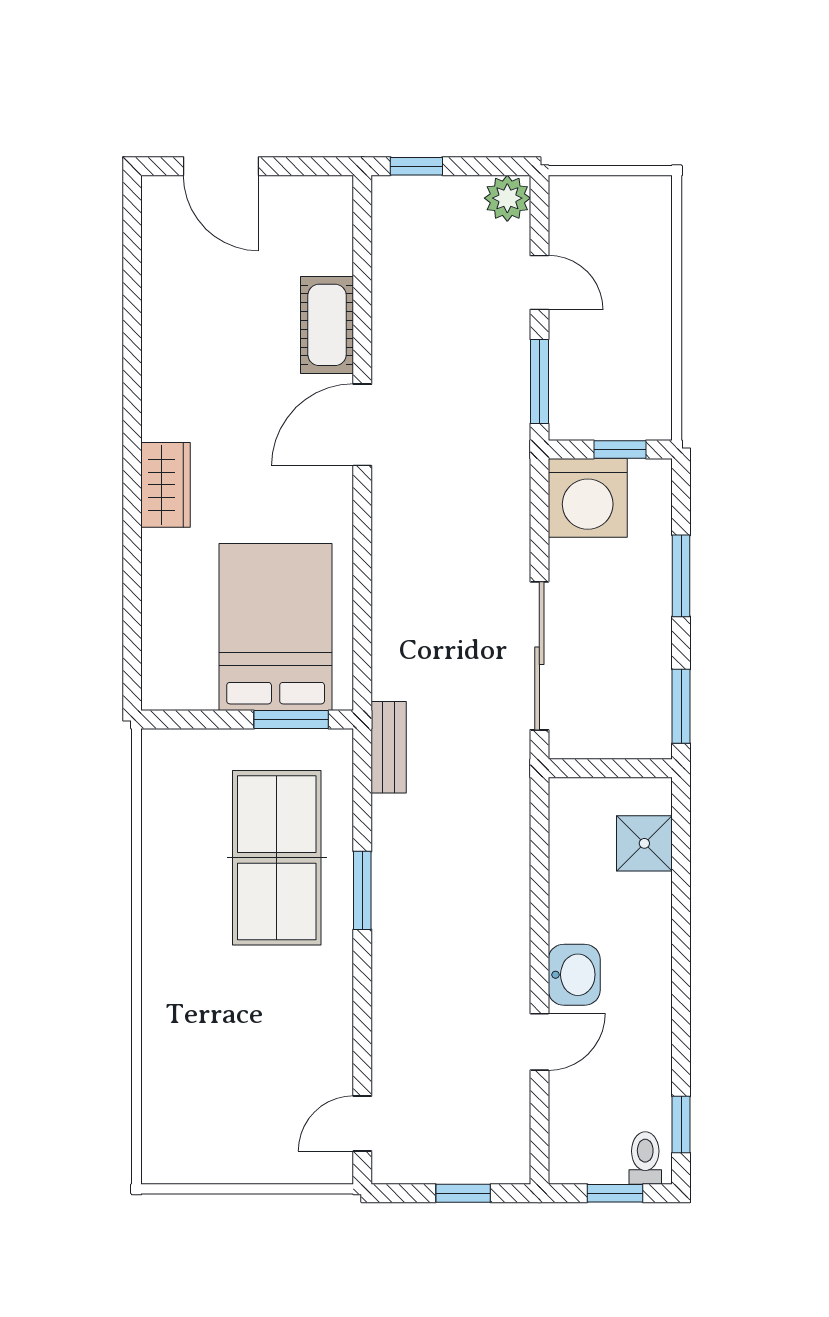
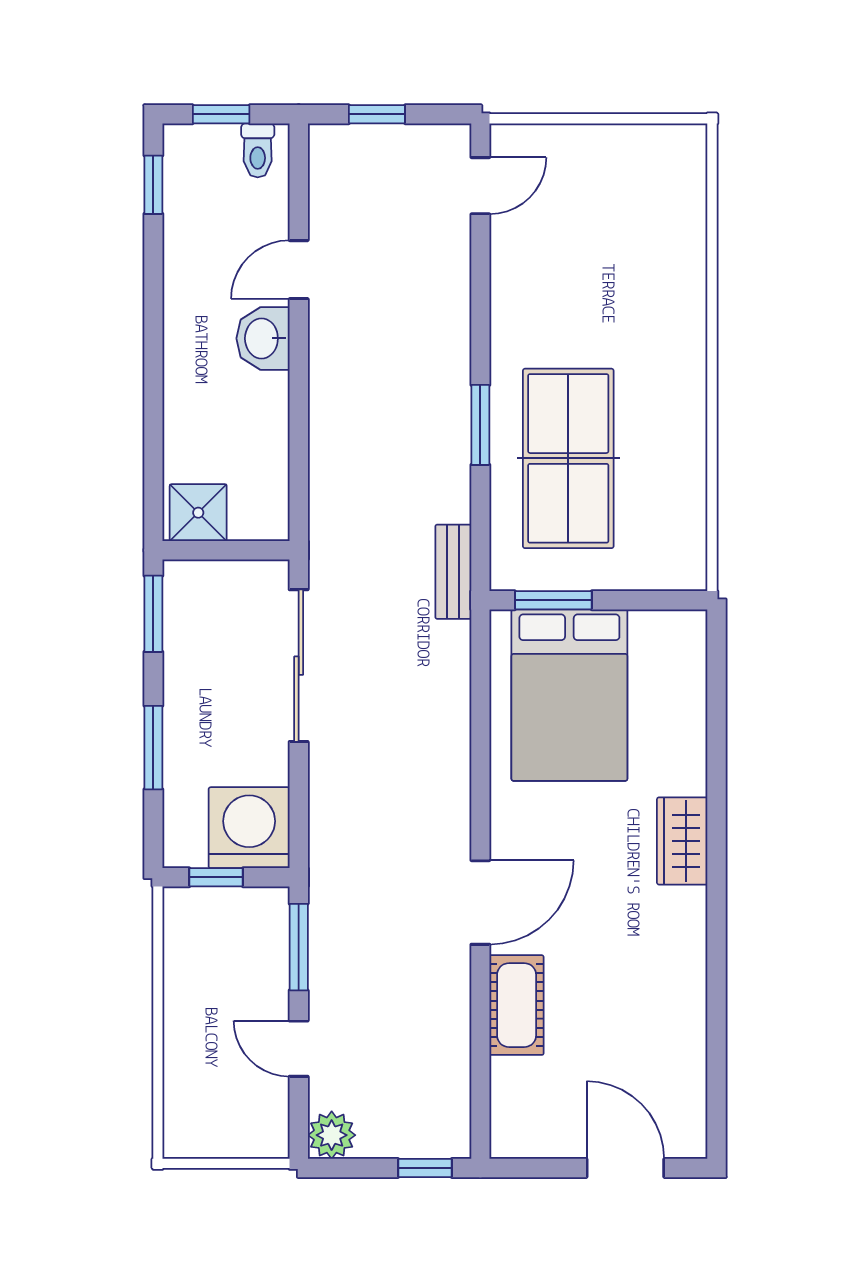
shower: (644, 843) -> (198, 513), moved
toilet: (645, 1158) -> (258, 150), moved

